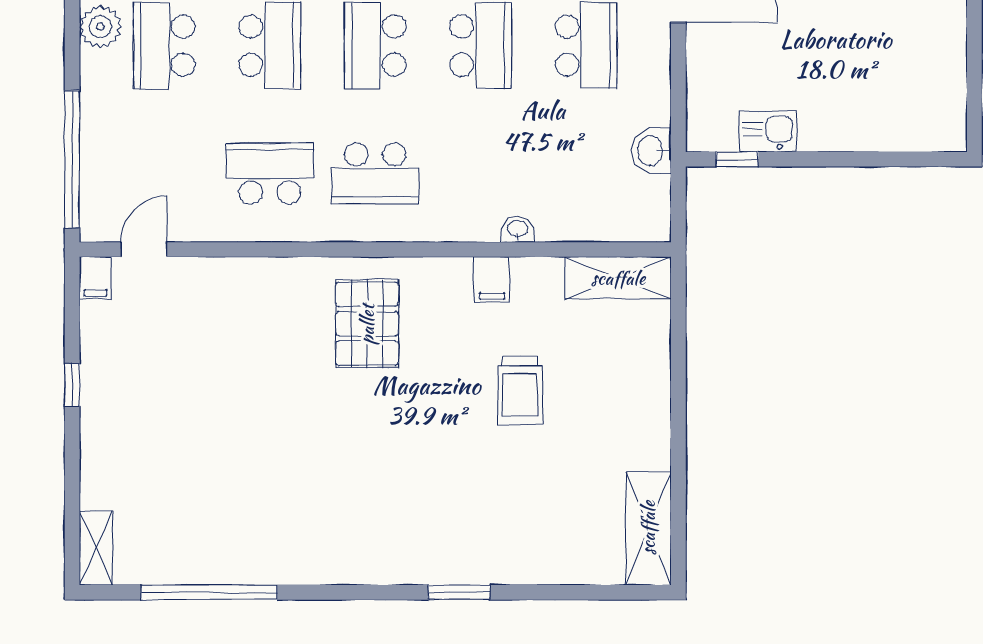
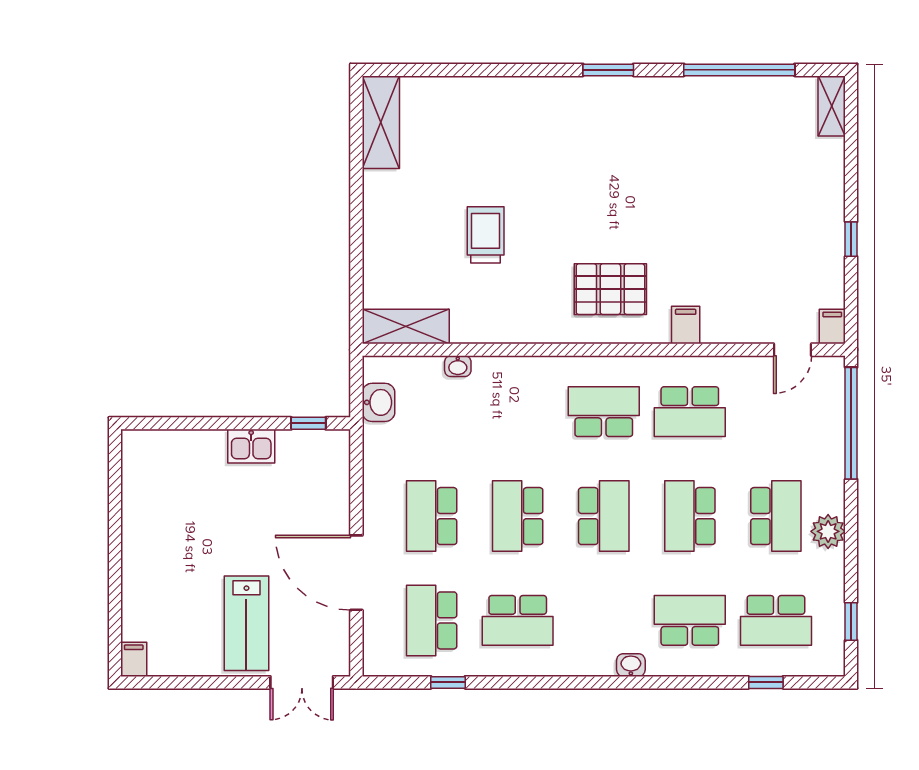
kitchen sink: (768, 131) -> (251, 446), moved
washbasin: (651, 151) -> (378, 402), moved
washbasin: (518, 229) -> (458, 366), moved
filing cabinet: (492, 280) -> (686, 325), moved
pallet: (367, 324) -> (610, 289), turned 90
window: (459, 592) -> (608, 70), moved

